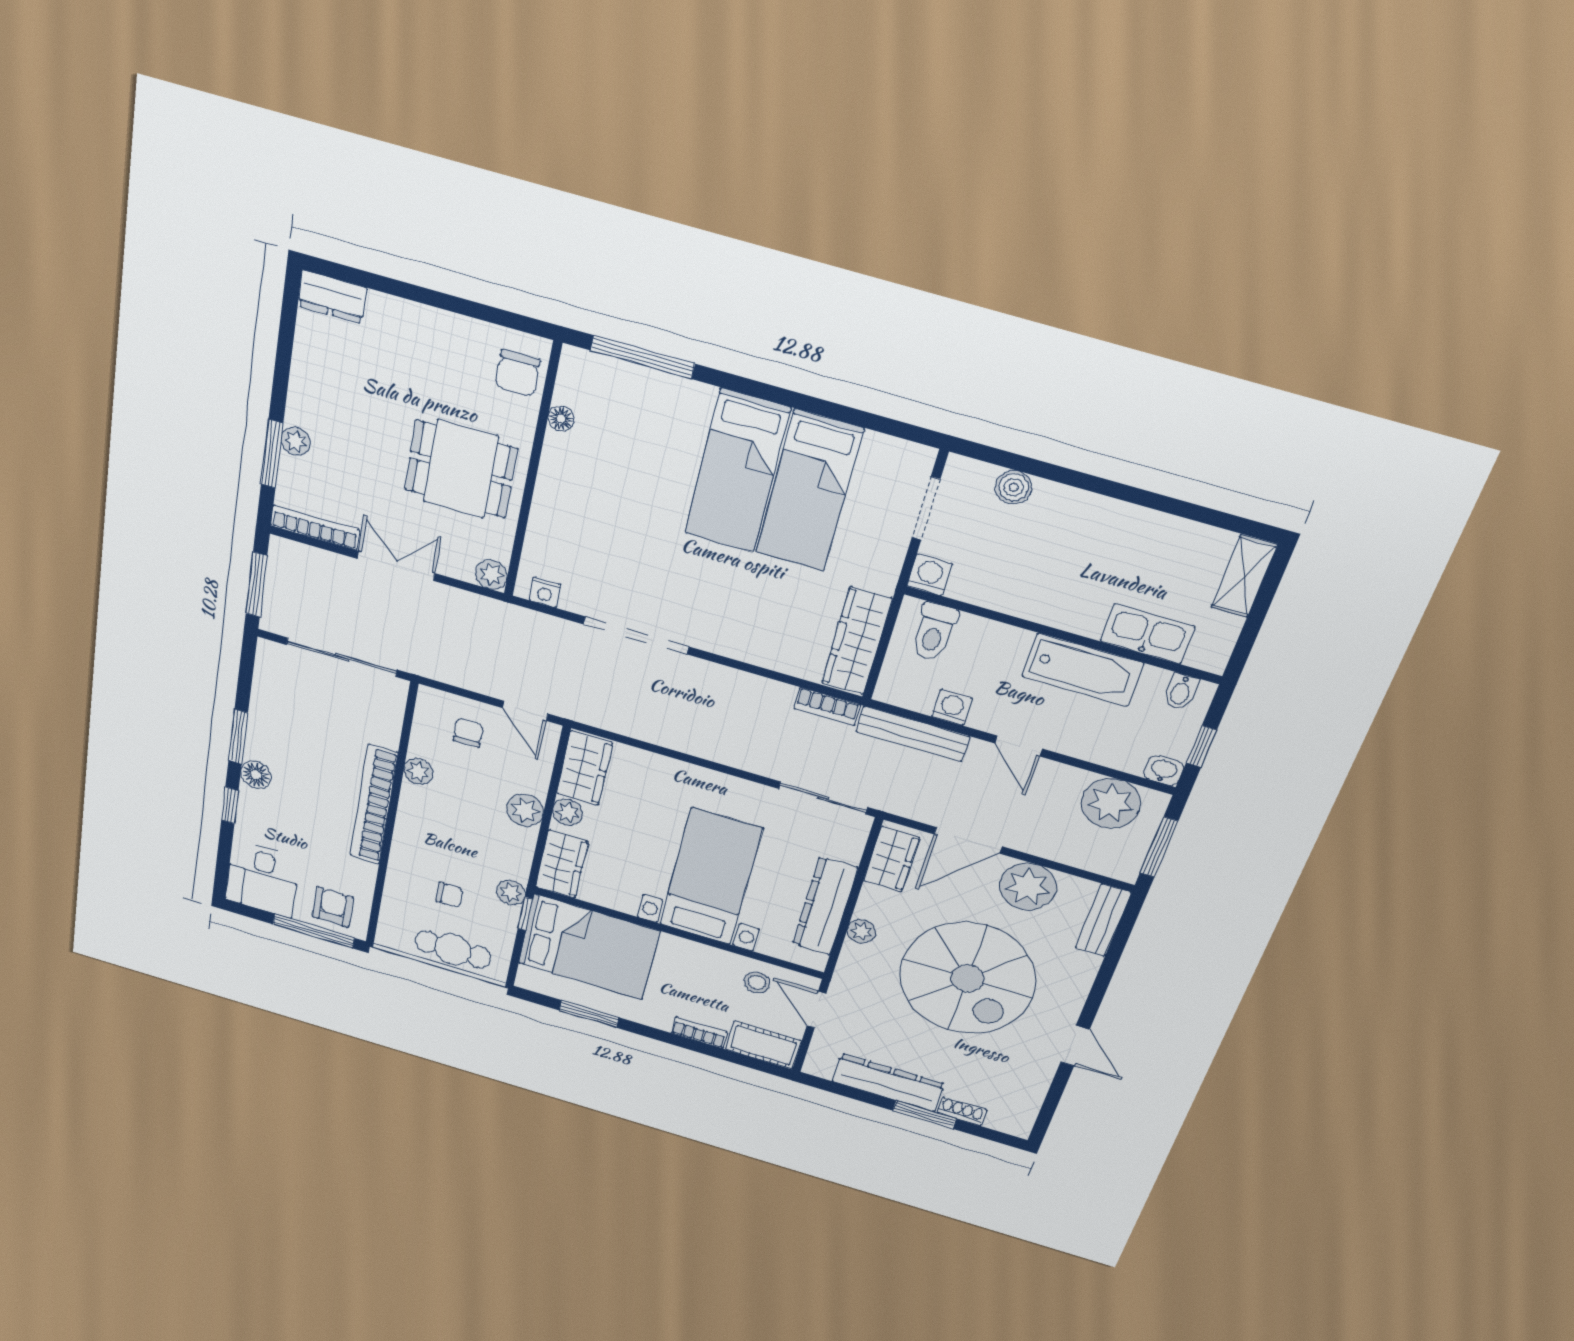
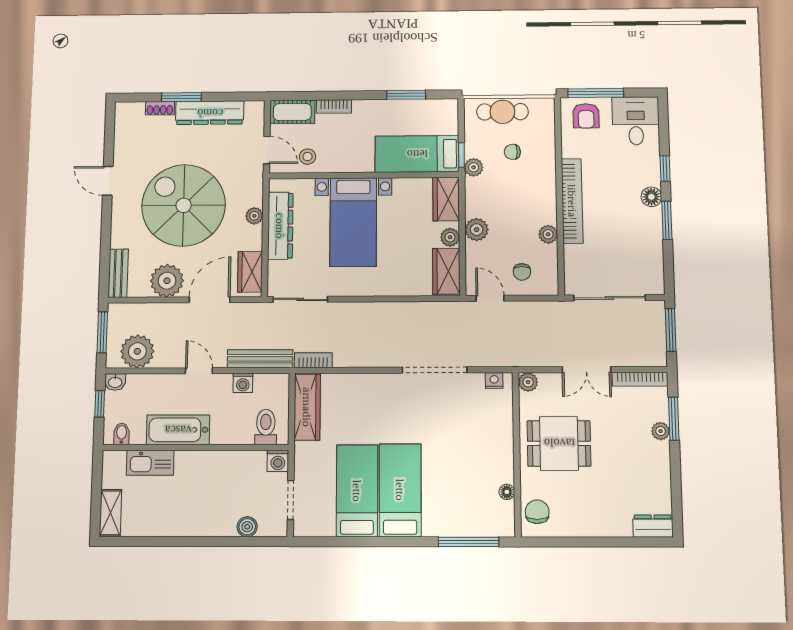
bed: (588, 947) -> (417, 154), width x0.67

